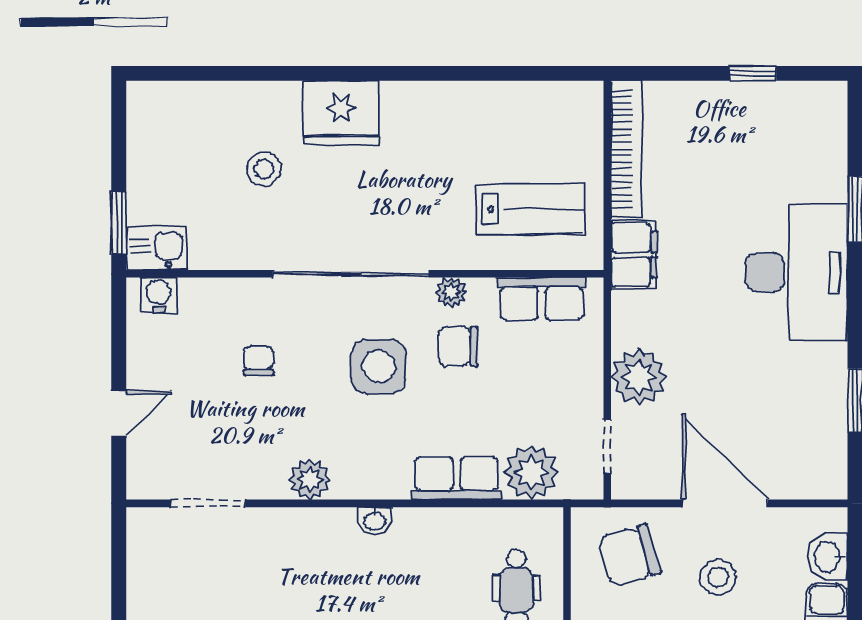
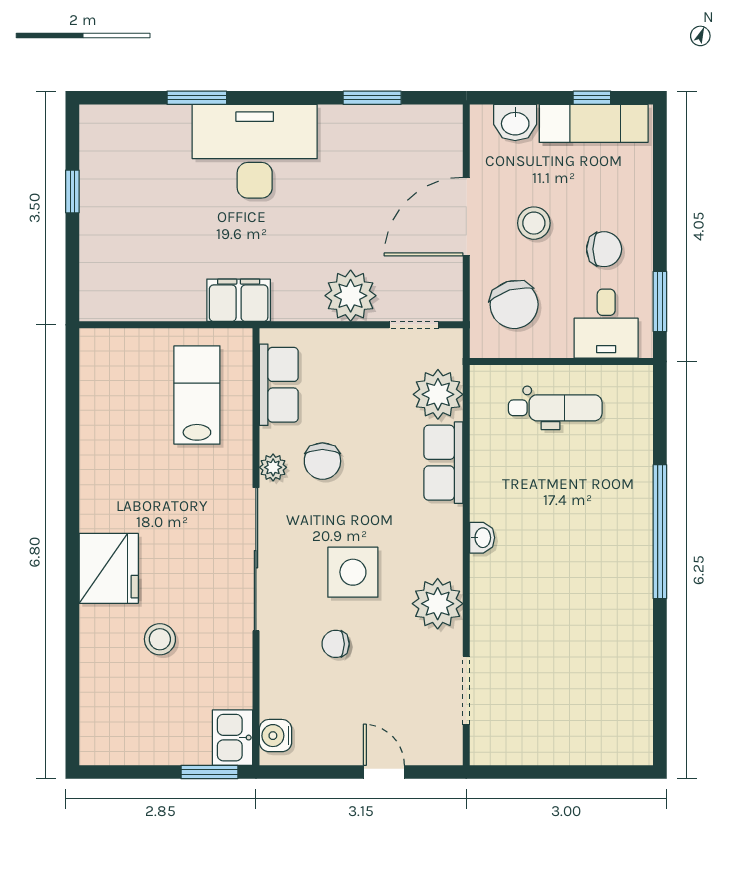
bookcase: (626, 149) -> (142, 307), removed
side table: (379, 366) -> (353, 572), moved
plant: (310, 479) -> (438, 604), width x1.36, depth x1.36

